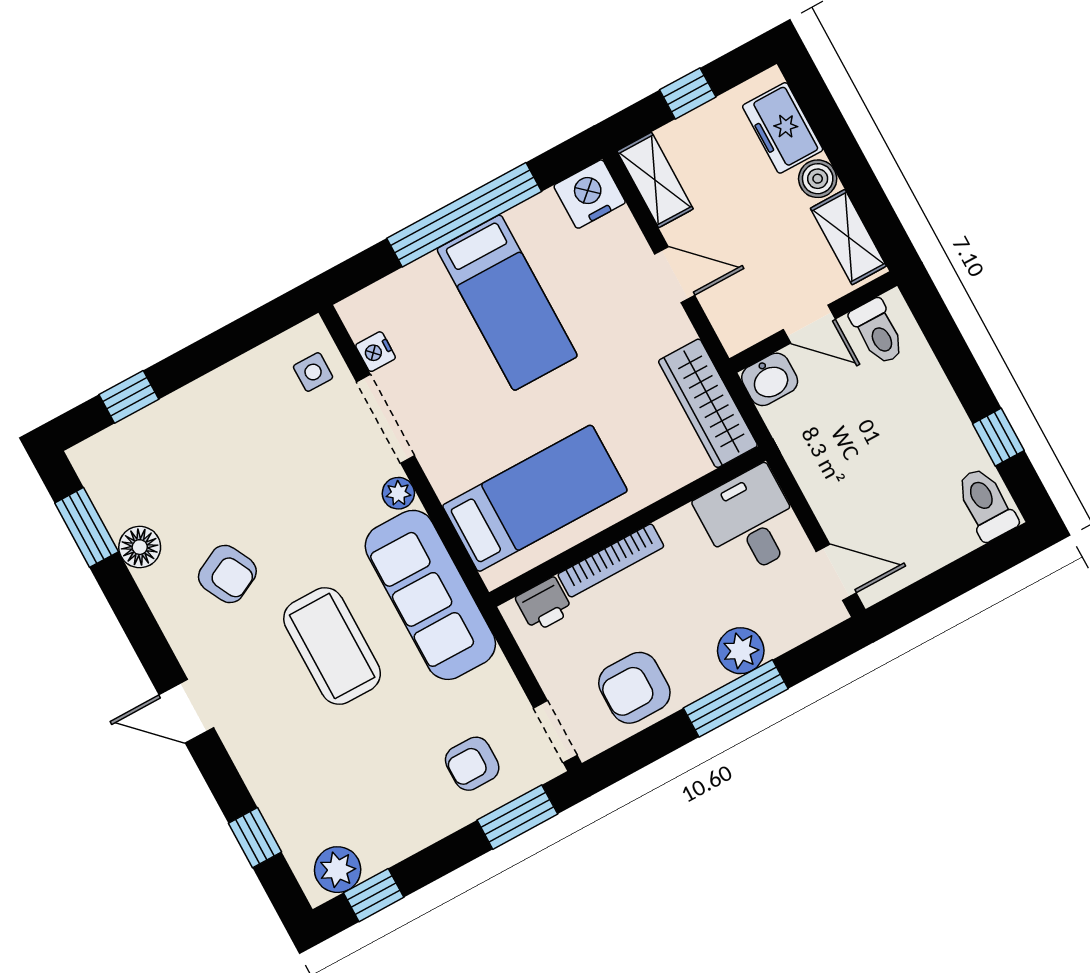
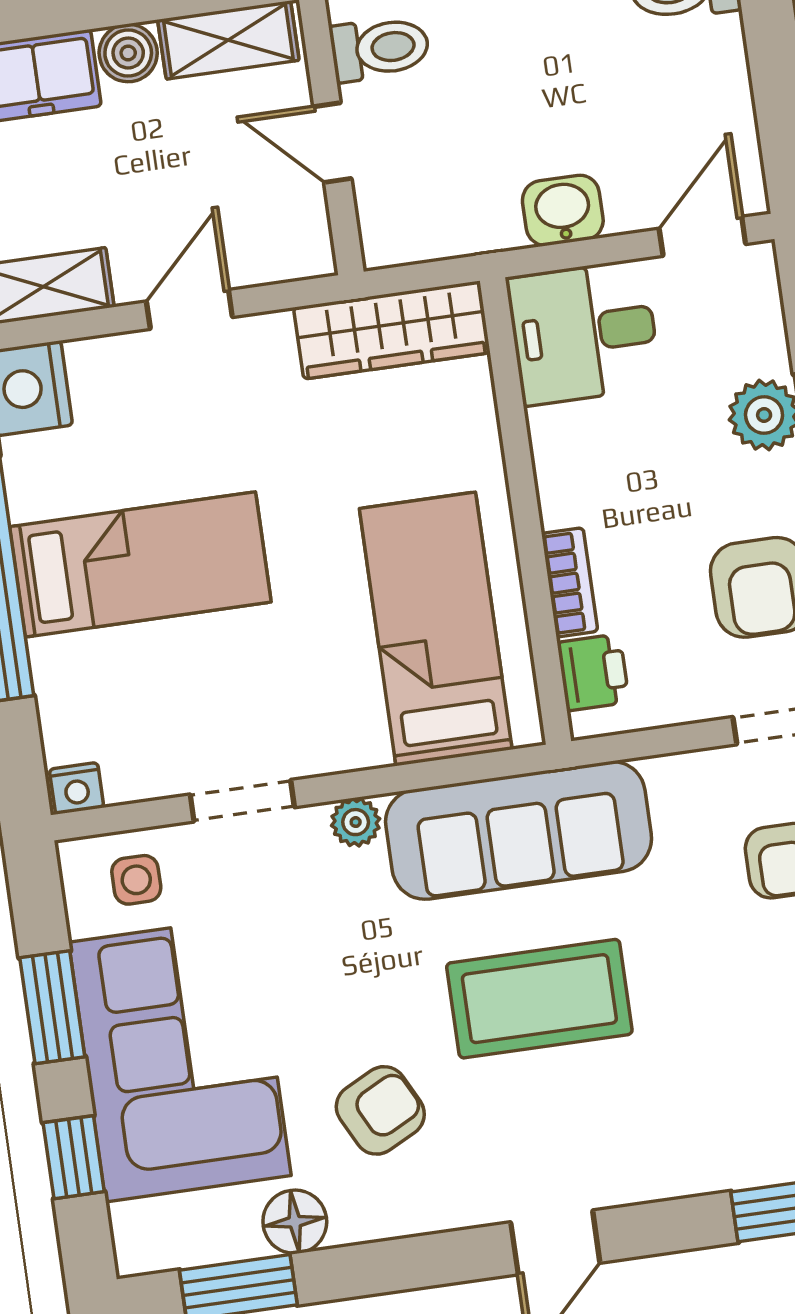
door: (809, 324) -> (332, 143), swing flipped
window: (216, 350) -> (52, 1007), added
nightstand: (376, 352) -> (77, 788), moved
washbasin: (770, 379) -> (563, 210), moved, turned -90
doorway: (386, 419) -> (242, 801), width x0.73
corner sofa: (213, 440) -> (180, 1059), added
bookcase: (611, 560) -> (570, 582), width x0.64

